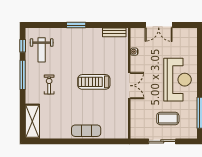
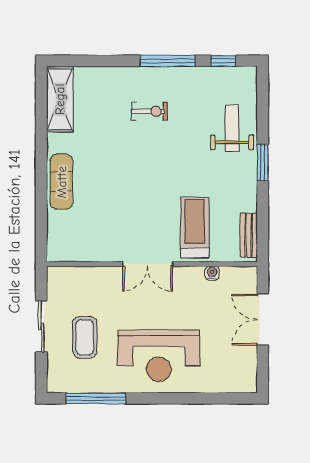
weight bench: (42, 50) -> (232, 128), moved, turned 90
treadmill: (94, 82) -> (195, 227), moved
shelving: (32, 121) -> (60, 99), moved, turned 90

